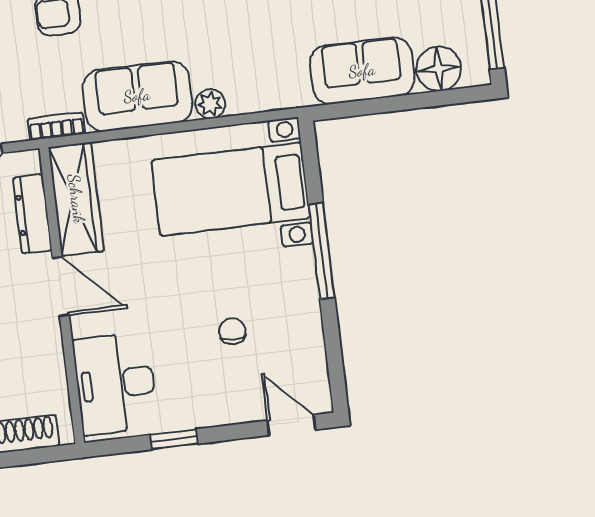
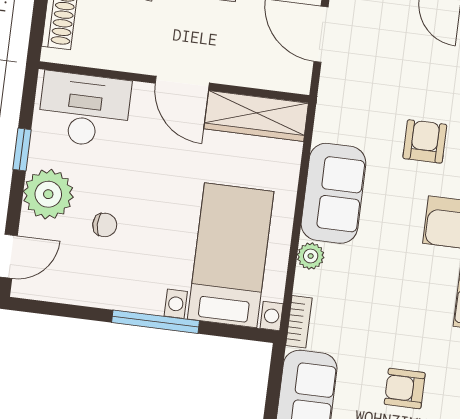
bookcase: (56, 126) -> (299, 322), moved
dresser: (32, 214) -> (253, 74), removed
door: (61, 287) -> (182, 83), hinge flipped
plant: (215, 399) -> (48, 194), added

